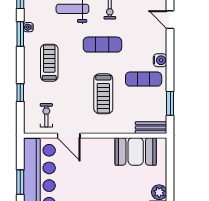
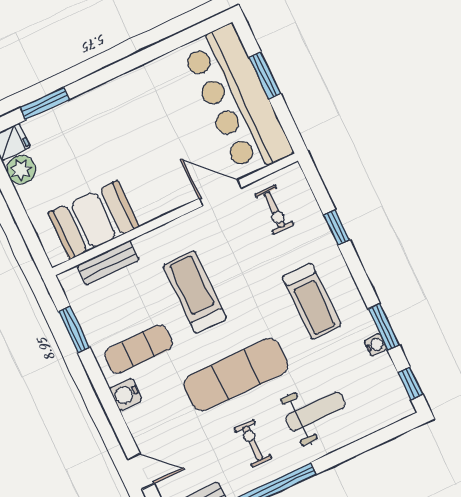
exercise mat: (102, 45) -> (236, 375), width x1.36, depth x1.45
bench: (151, 128) -> (108, 263), moved

